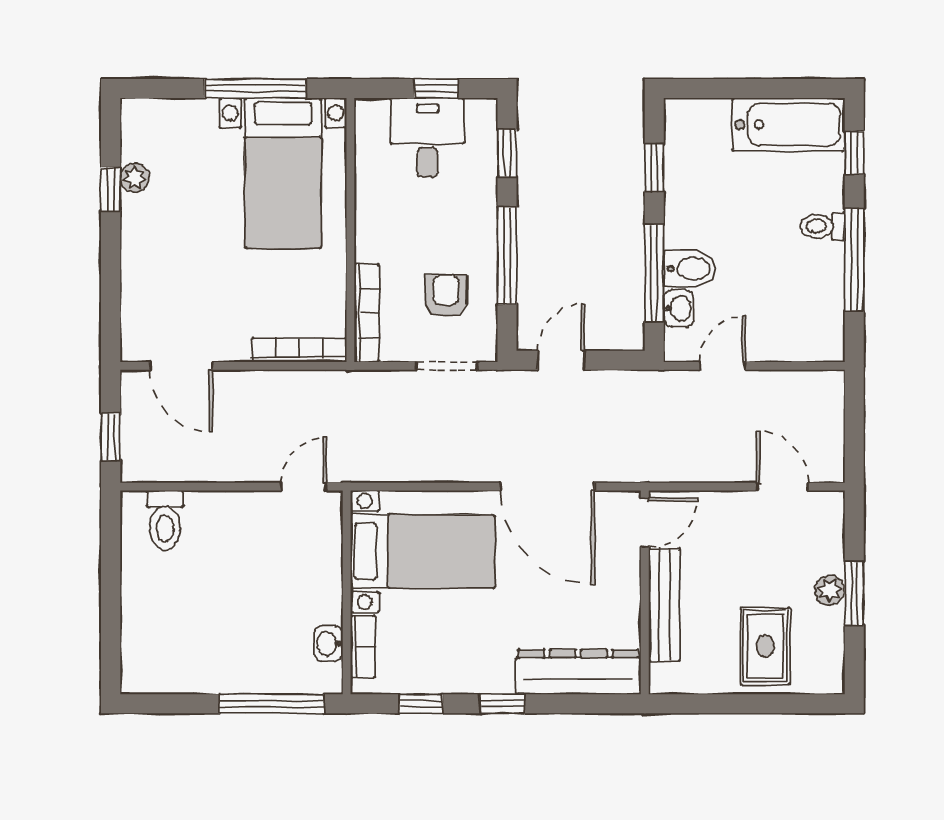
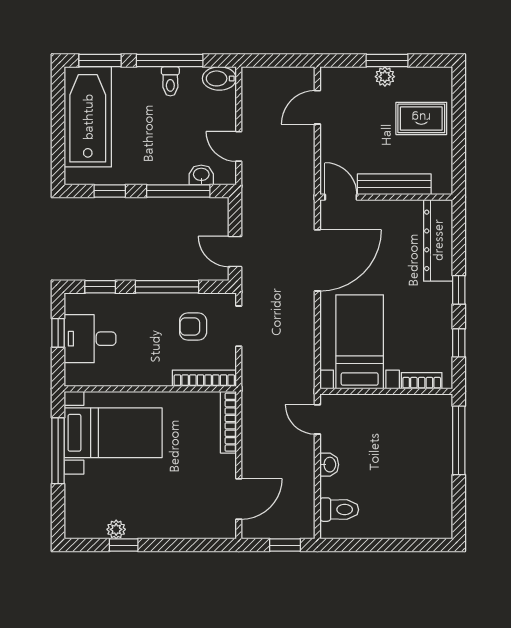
bathtub: (788, 124) -> (88, 117), width x1.36, depth x1.36
window: (854, 153) -> (100, 61), width x1.50
toilet: (822, 226) -> (170, 81), moved
bidet: (690, 269) -> (219, 78), moved, turned -90
washbasin: (328, 644) -> (329, 465), moved, turned -90

